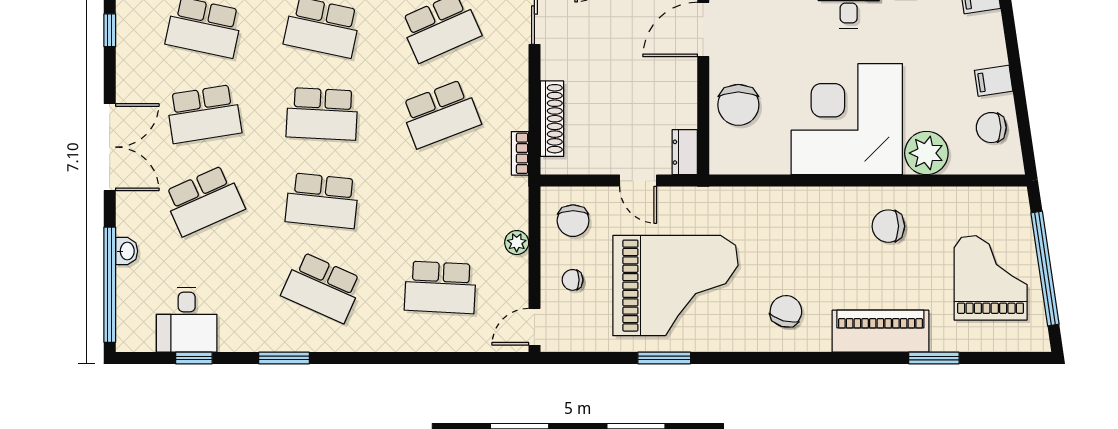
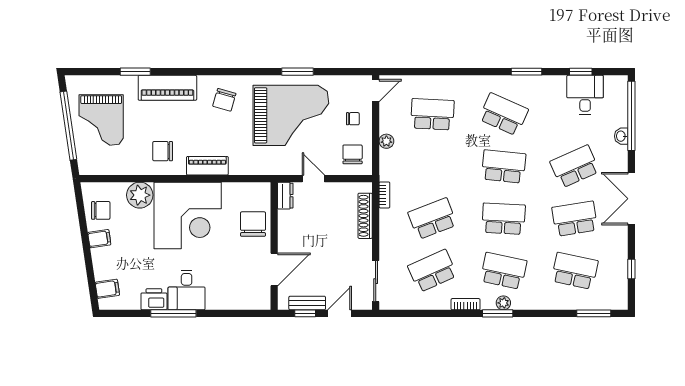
piano: (814, 202) -> (207, 166), added
chair: (888, 226) -> (163, 151), turned 180
grand piano: (676, 286) -> (291, 115), turned 180

